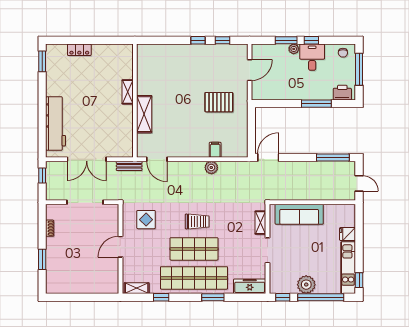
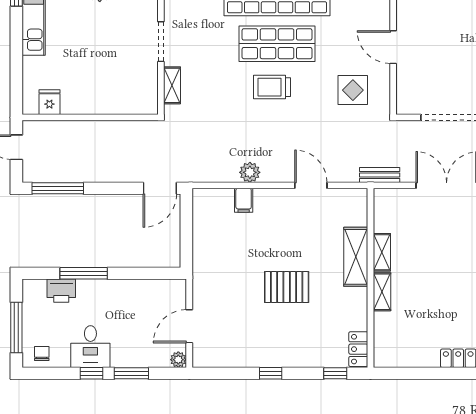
window: (222, 40) -> (335, 373), moved
plant: (294, 49) -> (178, 360), moved
locker: (143, 56) -> (358, 349), added
printer: (342, 93) -> (61, 291), moved
pallet: (219, 102) -> (287, 287), moved
shelving: (128, 117) -> (382, 252), added
door: (157, 159) -> (311, 185), moved
sofa: (299, 214) -> (111, 98), removed
fridge: (348, 234) -> (49, 102), moved, turned -90
door: (120, 247) -> (393, 47), swing flipped

